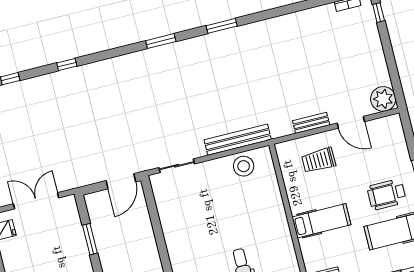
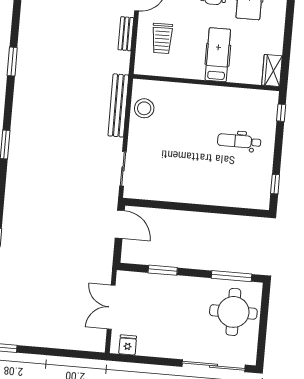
window: (222, 26) -> (12, 62), moved

